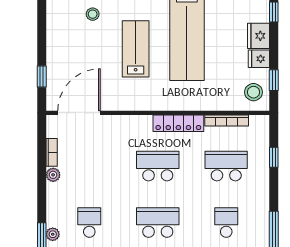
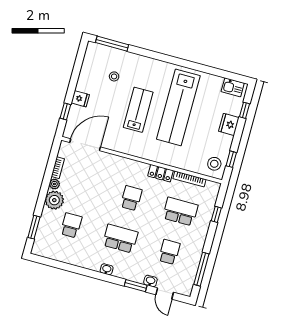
fridge: (259, 59) -> (80, 99), moved, turned 180
locker: (178, 123) -> (161, 173), width x0.66
school desk: (158, 166) -> (131, 198), width x0.54
plant: (53, 234) -> (54, 200), moved, width x1.87, depth x1.87

